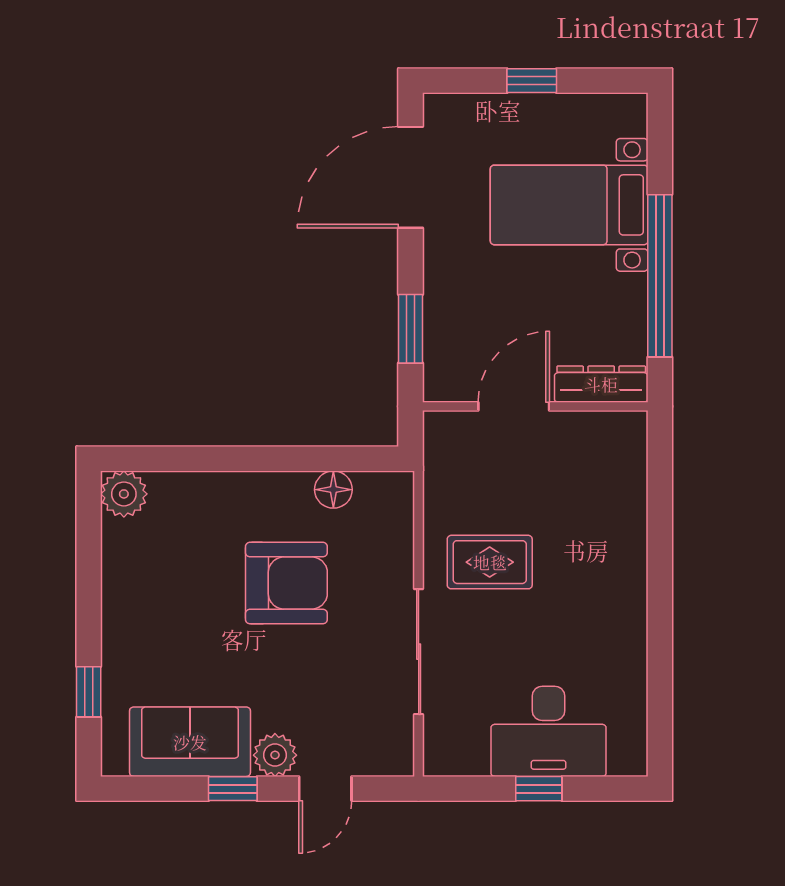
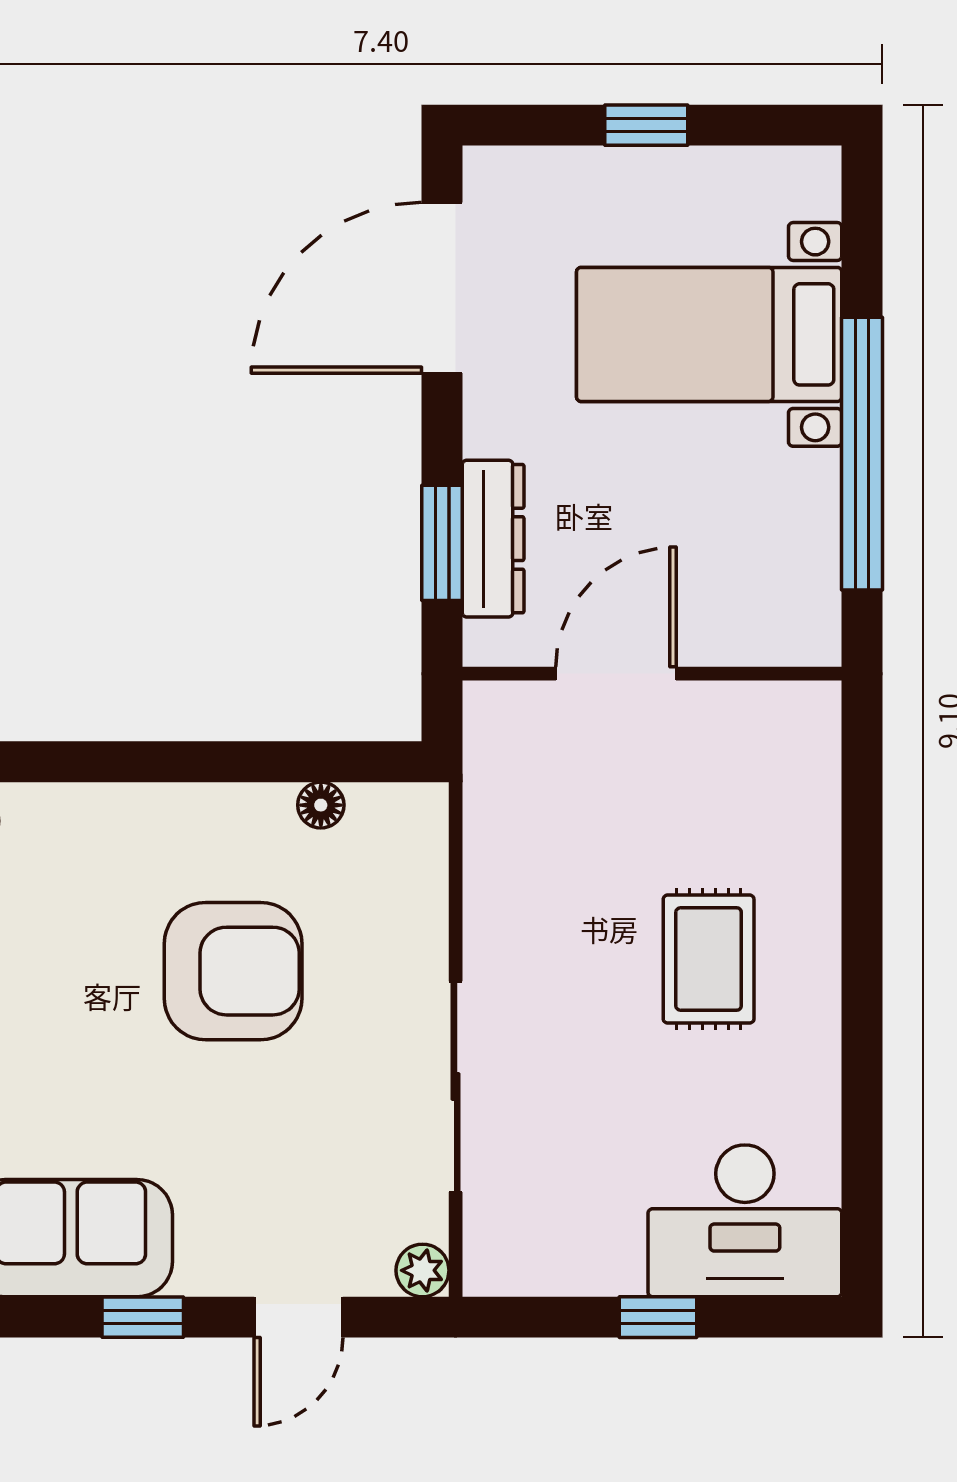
dresser: (601, 384) -> (493, 539), moved, turned 90
floor lamp: (333, 490) -> (321, 805), width x0.73, depth x0.73
rug: (490, 562) -> (709, 959), moved, turned 90
desk: (549, 731) -> (745, 1221), moved
plant: (275, 755) -> (422, 1270), moved, width x0.73, depth x0.73

